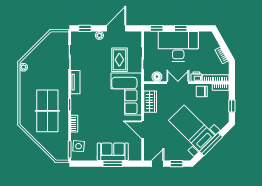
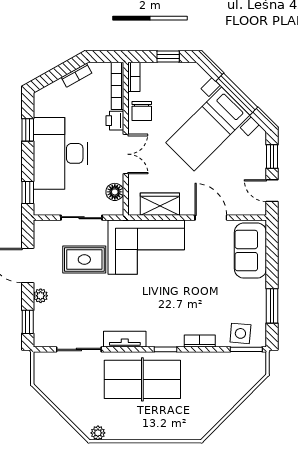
window: (181, 28) -> (28, 130), moved
double door: (178, 83) -> (126, 154), swing flipped
table tennis table: (47, 111) -> (142, 379), moved
door: (143, 130) -> (211, 218), swing flipped
sofa: (113, 152) -> (250, 251), moved
window: (113, 164) -> (272, 306), moved

